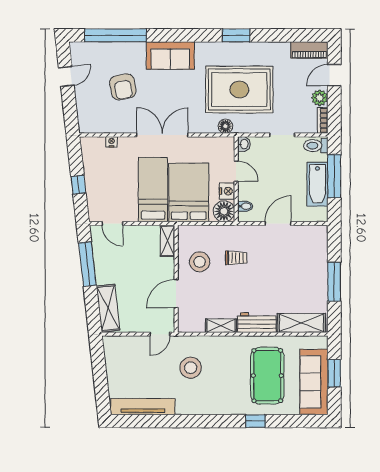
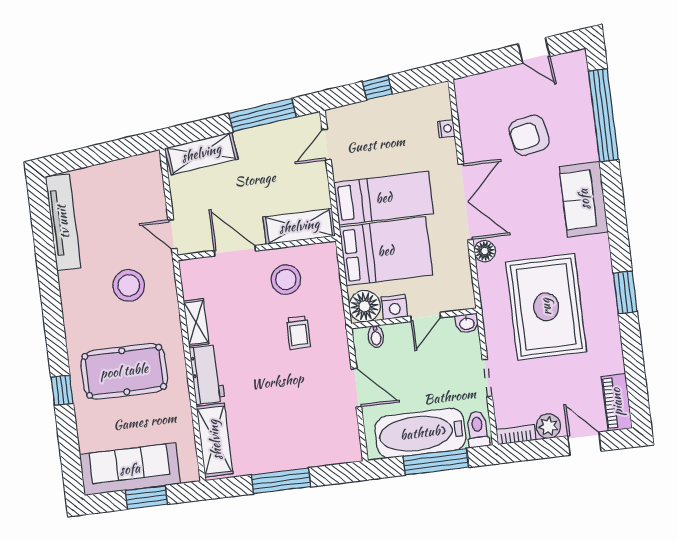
floor lamp: (225, 126) -> (485, 251), moved
bathtub: (317, 184) -> (420, 433), width x1.36, depth x1.36
shelving: (167, 241) -> (299, 226), width x1.50, depth x1.33
pool table: (267, 376) -> (124, 371), moved

